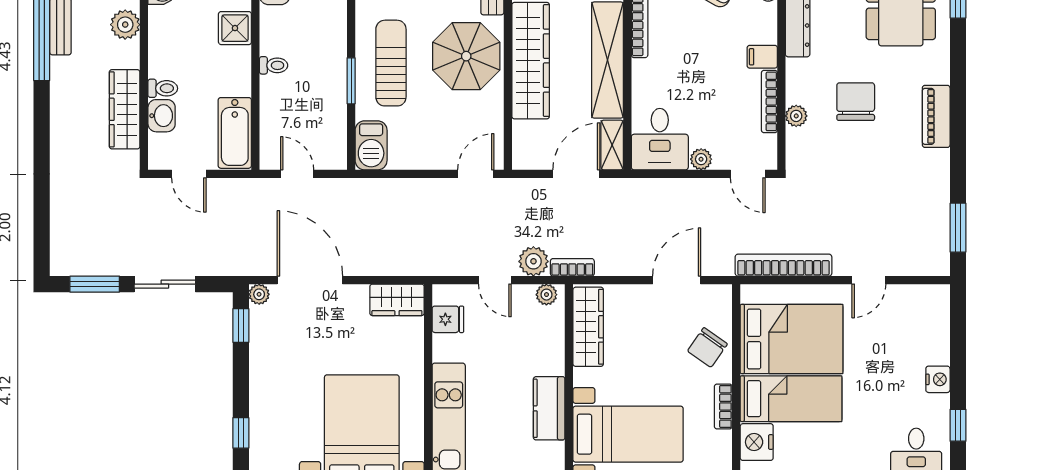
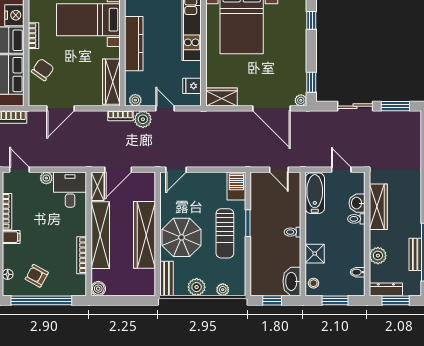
kitchen counter: (549, 408) -> (134, 44), width x1.50

